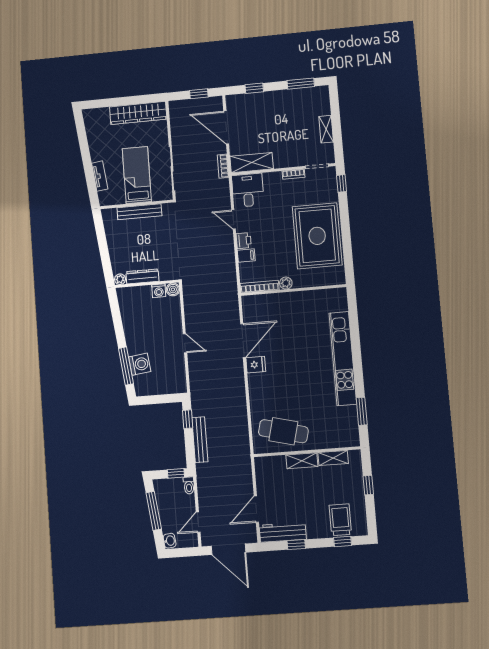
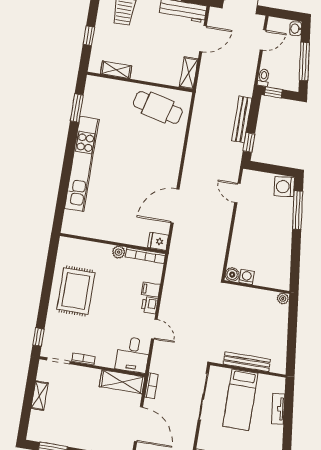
rug: (317, 236) -> (76, 291), width x0.73, depth x0.69
dresser: (142, 276) -> (260, 296), removed
door: (185, 343) -> (237, 193), moved
washing machine: (140, 364) -> (284, 187), moved
fridge: (256, 365) -> (158, 241), moved
shelving: (302, 461) -> (189, 73), moved, turned 90

